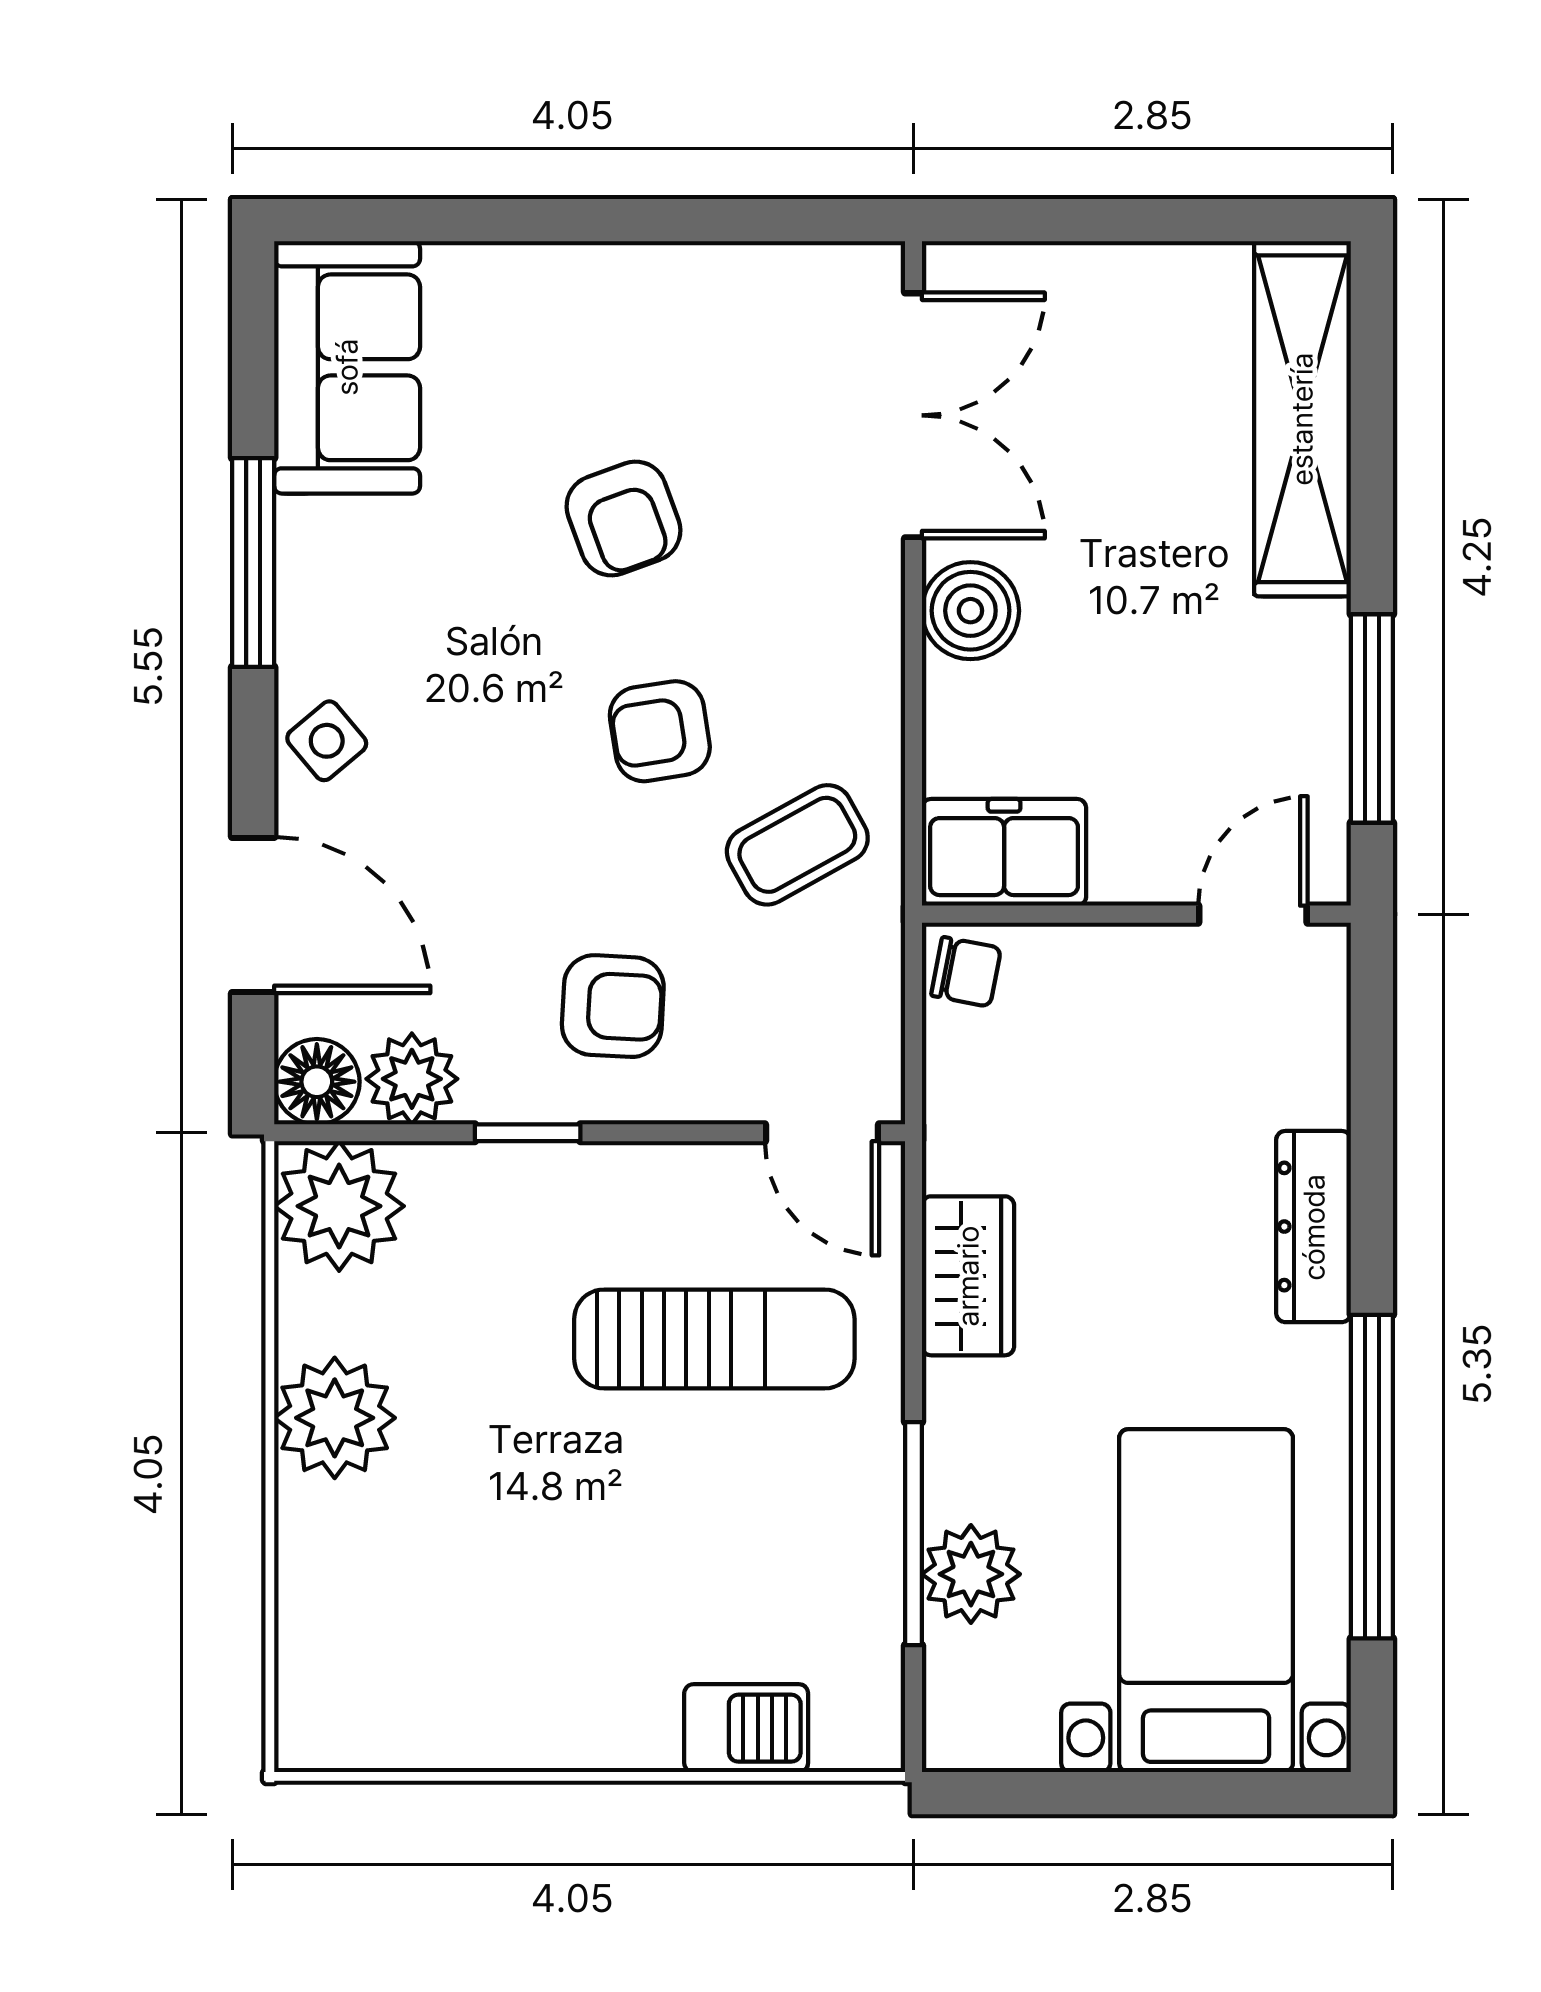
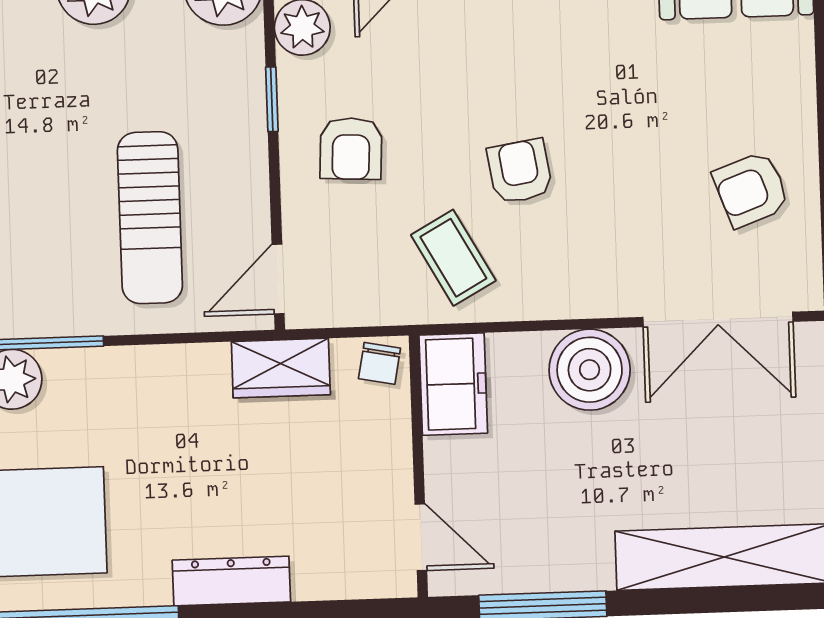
armchair: (623, 518) -> (751, 189), moved
boiler: (970, 611) -> (590, 370), width x1.37, depth x1.37
wardrobe: (968, 1276) -> (281, 368), moved

